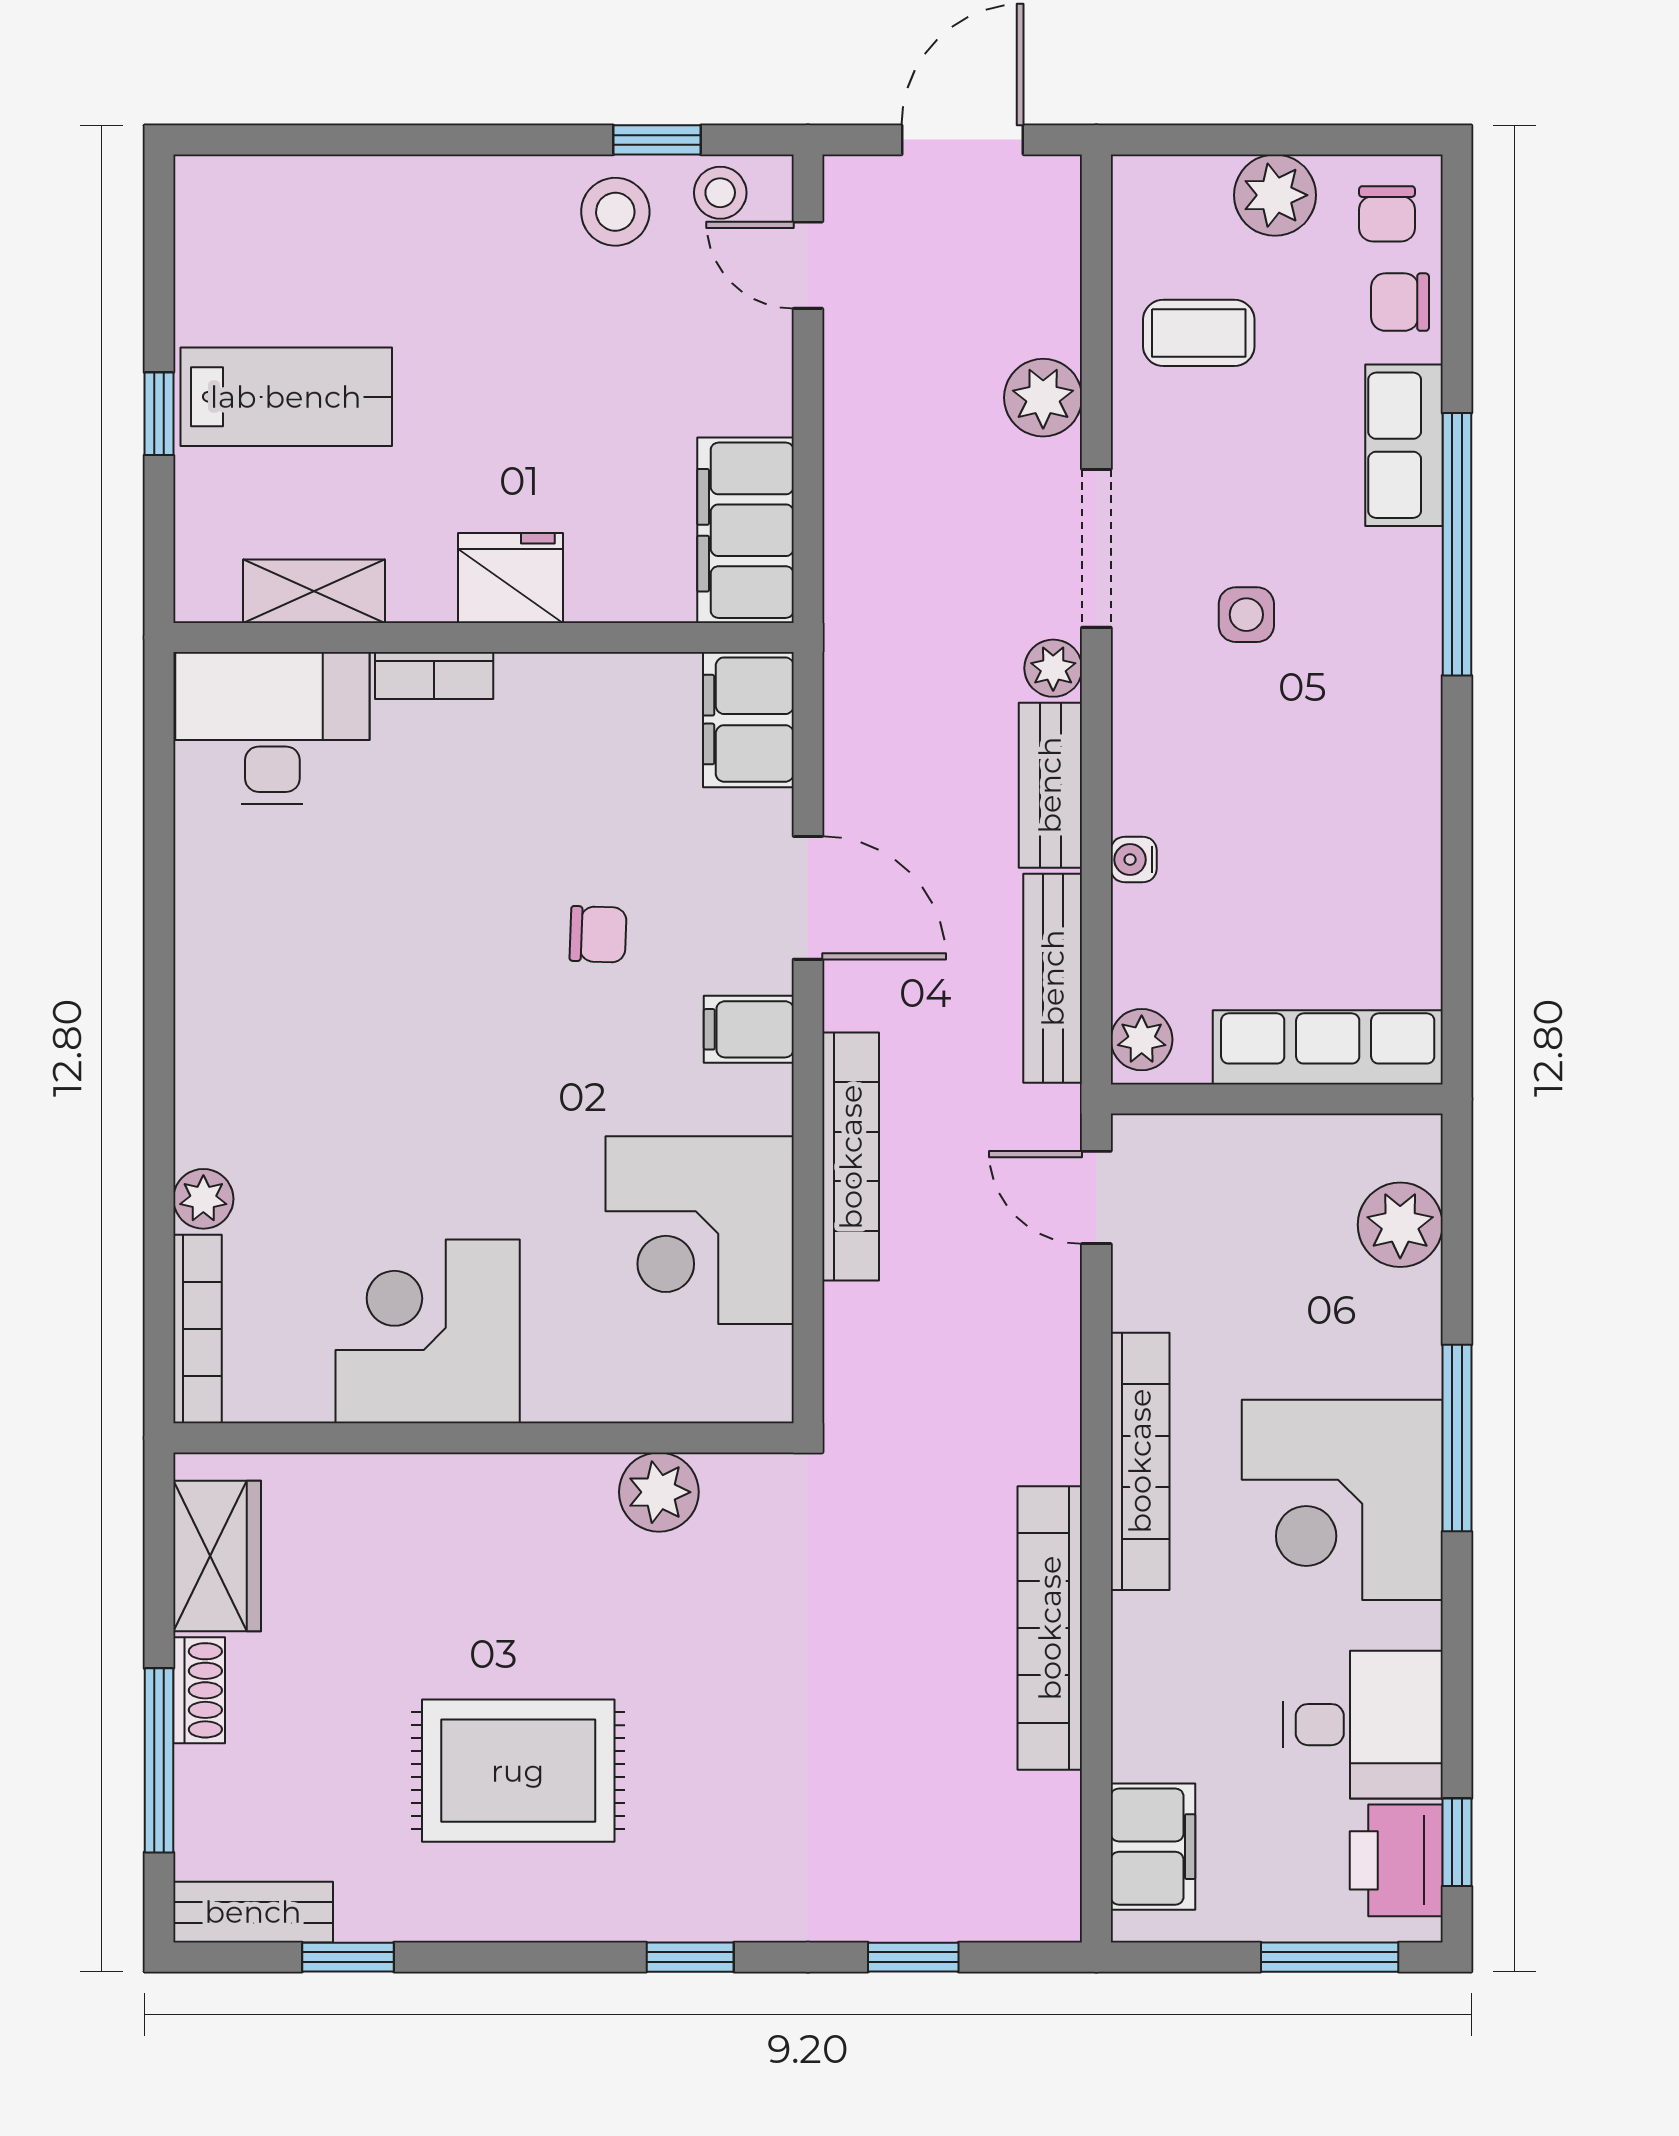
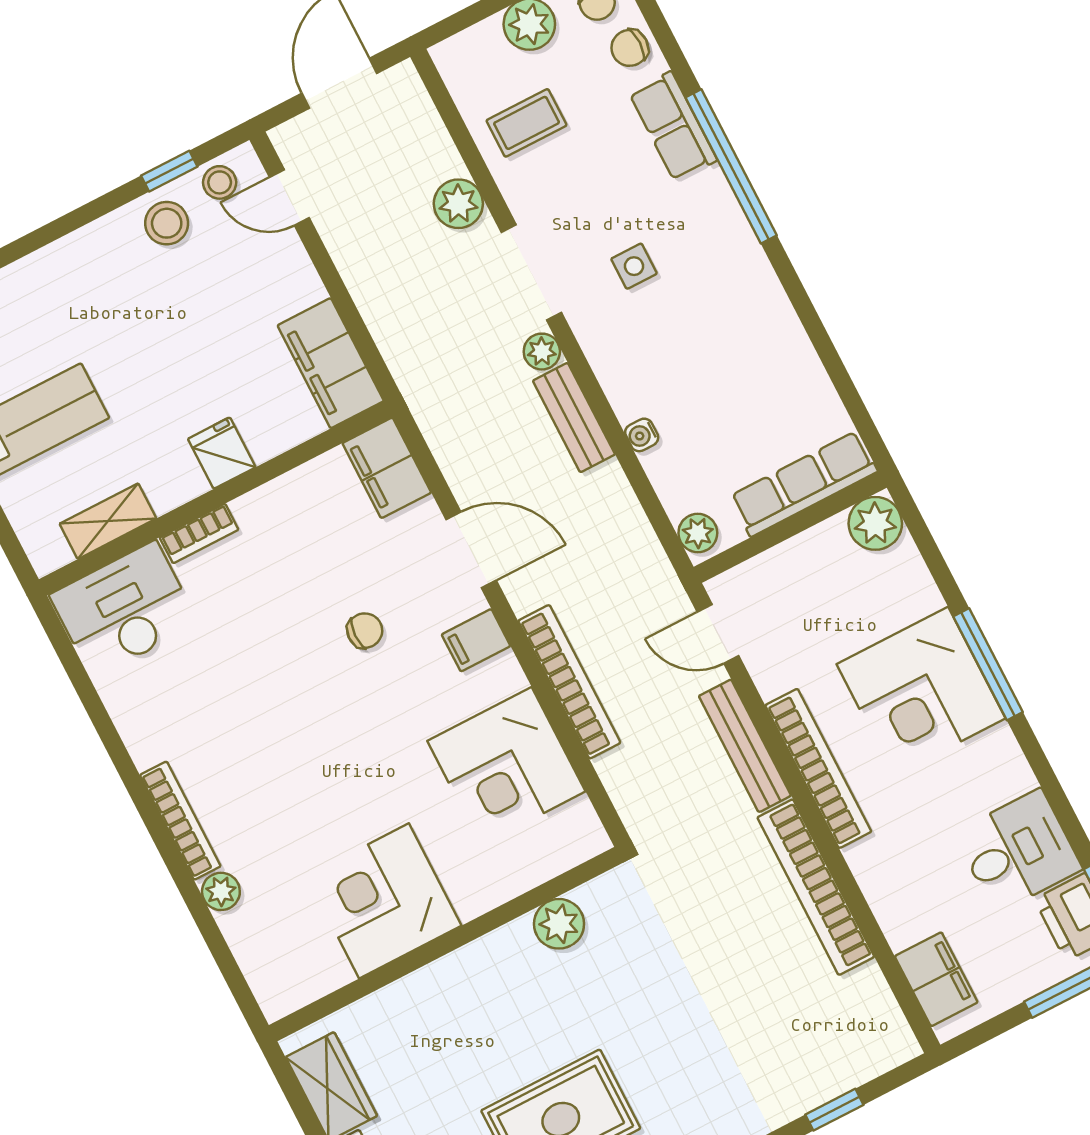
fridge: (511, 578) -> (222, 453), width x0.72
bench: (1053, 978) -> (745, 746), moved
plant: (1400, 1225) -> (875, 523), moved
bookcase: (198, 1329) -> (180, 821), moved
corner desk: (1342, 1500) -> (921, 691), moved

